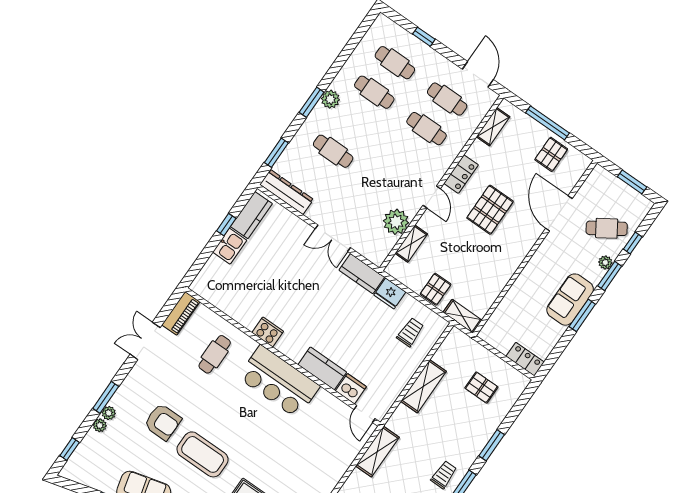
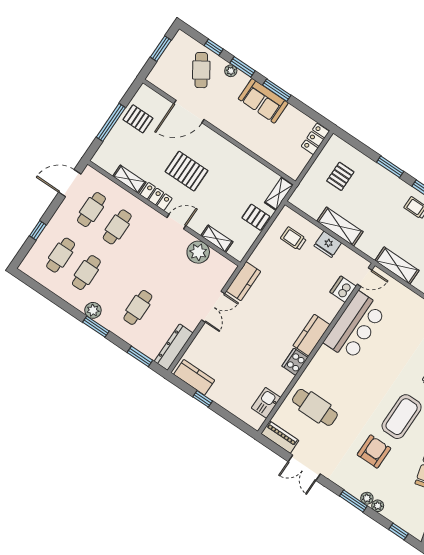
shelving: (493, 127) -> (129, 179), moved
kitchen sink: (230, 246) -> (266, 403), moved, turned -90
fridge: (390, 294) -> (328, 244), moved, turned 90
cafe table: (215, 354) -> (315, 407), width x1.37, depth x1.35
kitchen counter: (322, 368) -> (312, 335), moved
bar counter: (279, 382) -> (355, 326), moved

